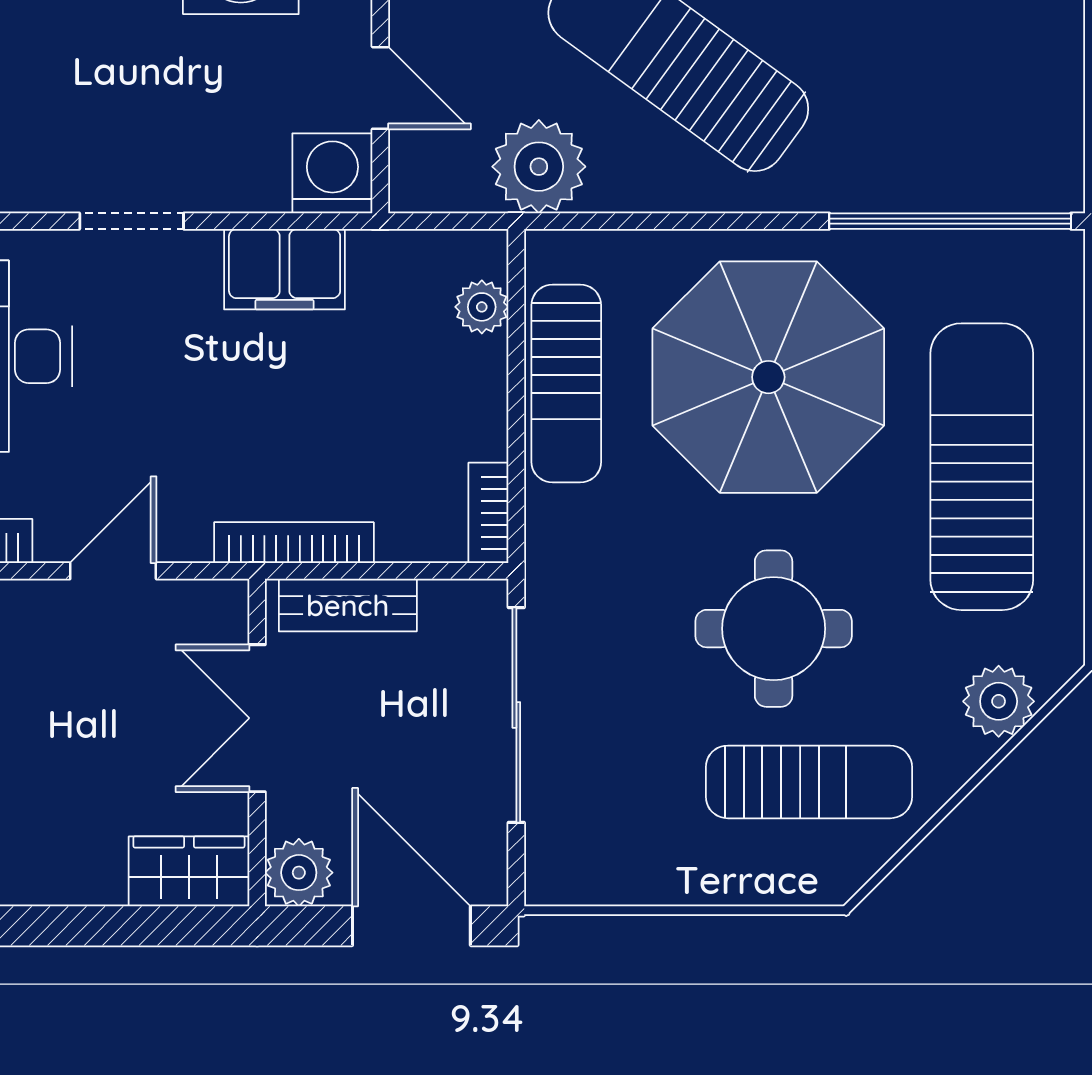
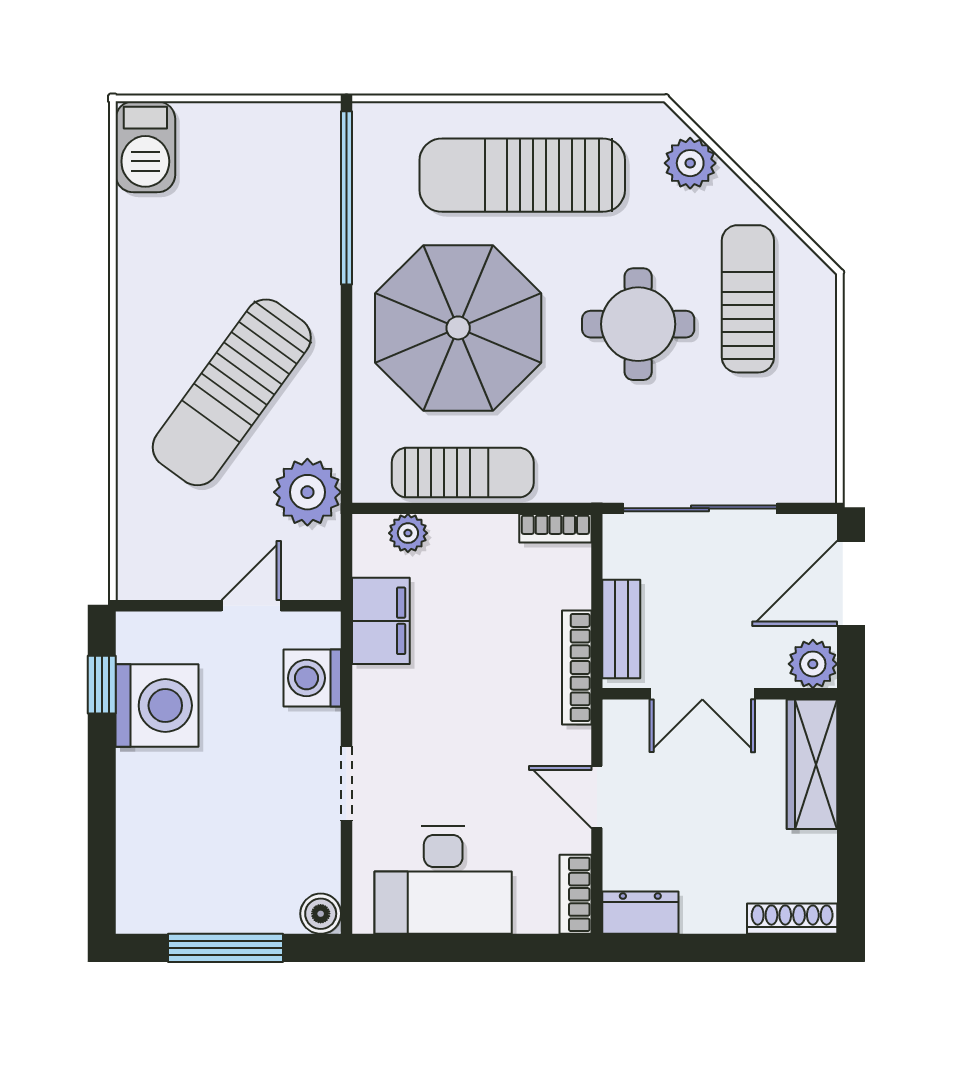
washing machine: (332, 173) -> (312, 678), moved
filing cabinet: (285, 269) -> (381, 621), moved
wardrobe: (189, 871) -> (812, 764), width x1.50

